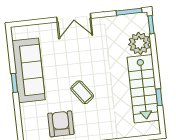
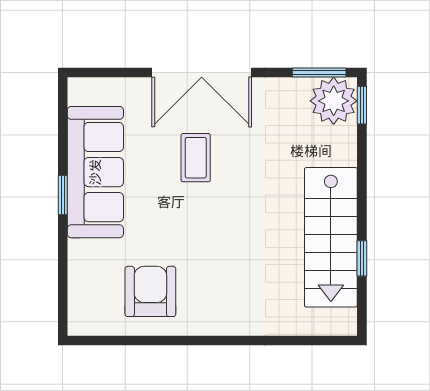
double door: (74, 18) -> (202, 73), width x1.37
plant: (140, 43) -> (334, 101), moved
coffee table: (82, 92) -> (196, 158), moved, turned 36

